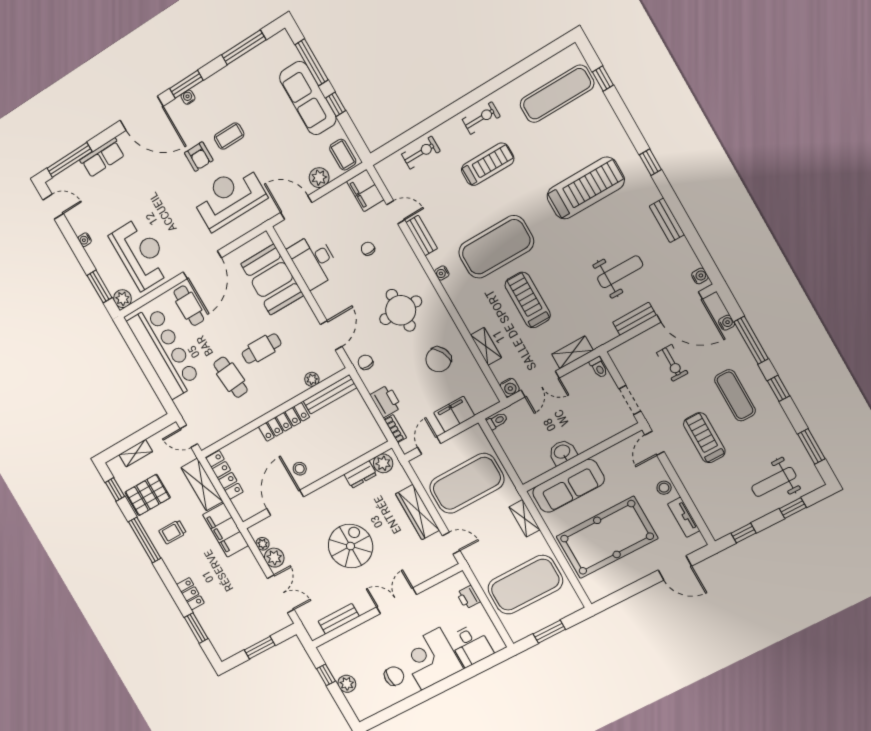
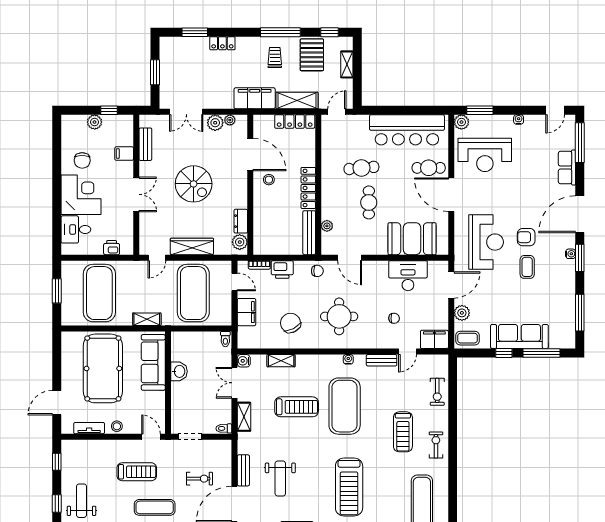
exercise bike: (481, 118) -> (436, 445), turned 180
exercise bike: (672, 363) -> (199, 479), turned 180
filing cabinet: (361, 636) -> (124, 154), added

